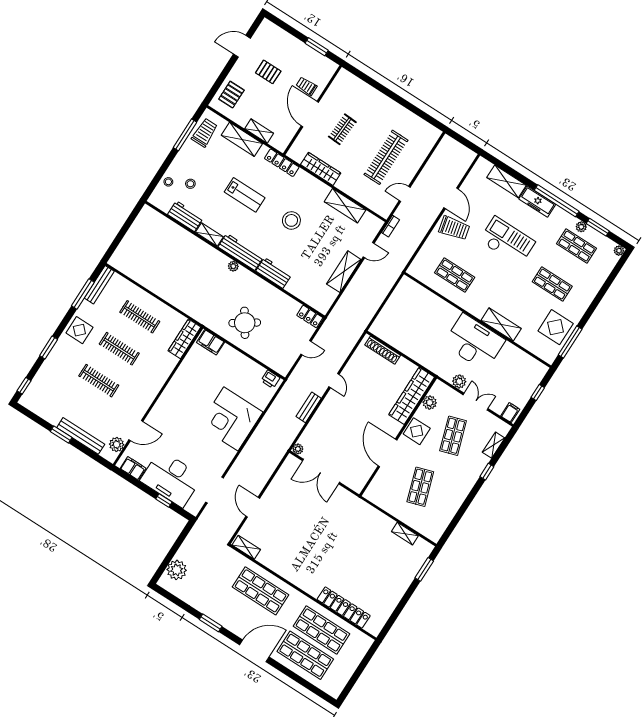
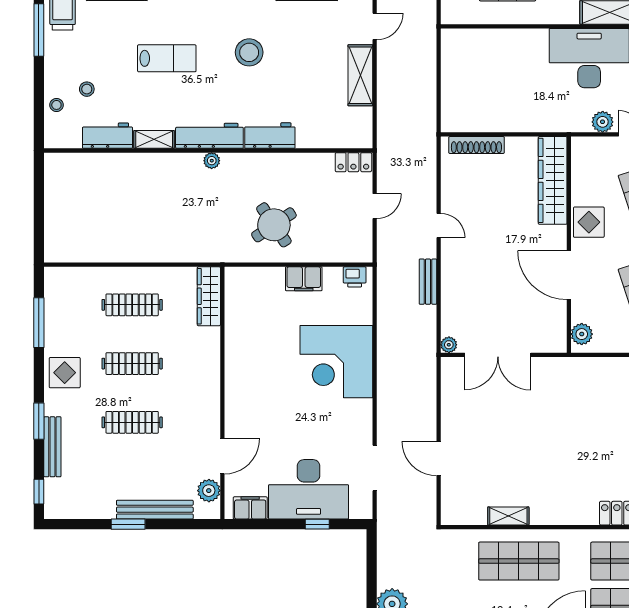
bench: (99, 285) -> (52, 447), moved
filing cabinet: (211, 342) -> (304, 279), moved
plant: (430, 403) -> (582, 334), moved
shelving: (246, 547) -> (508, 516), moved

